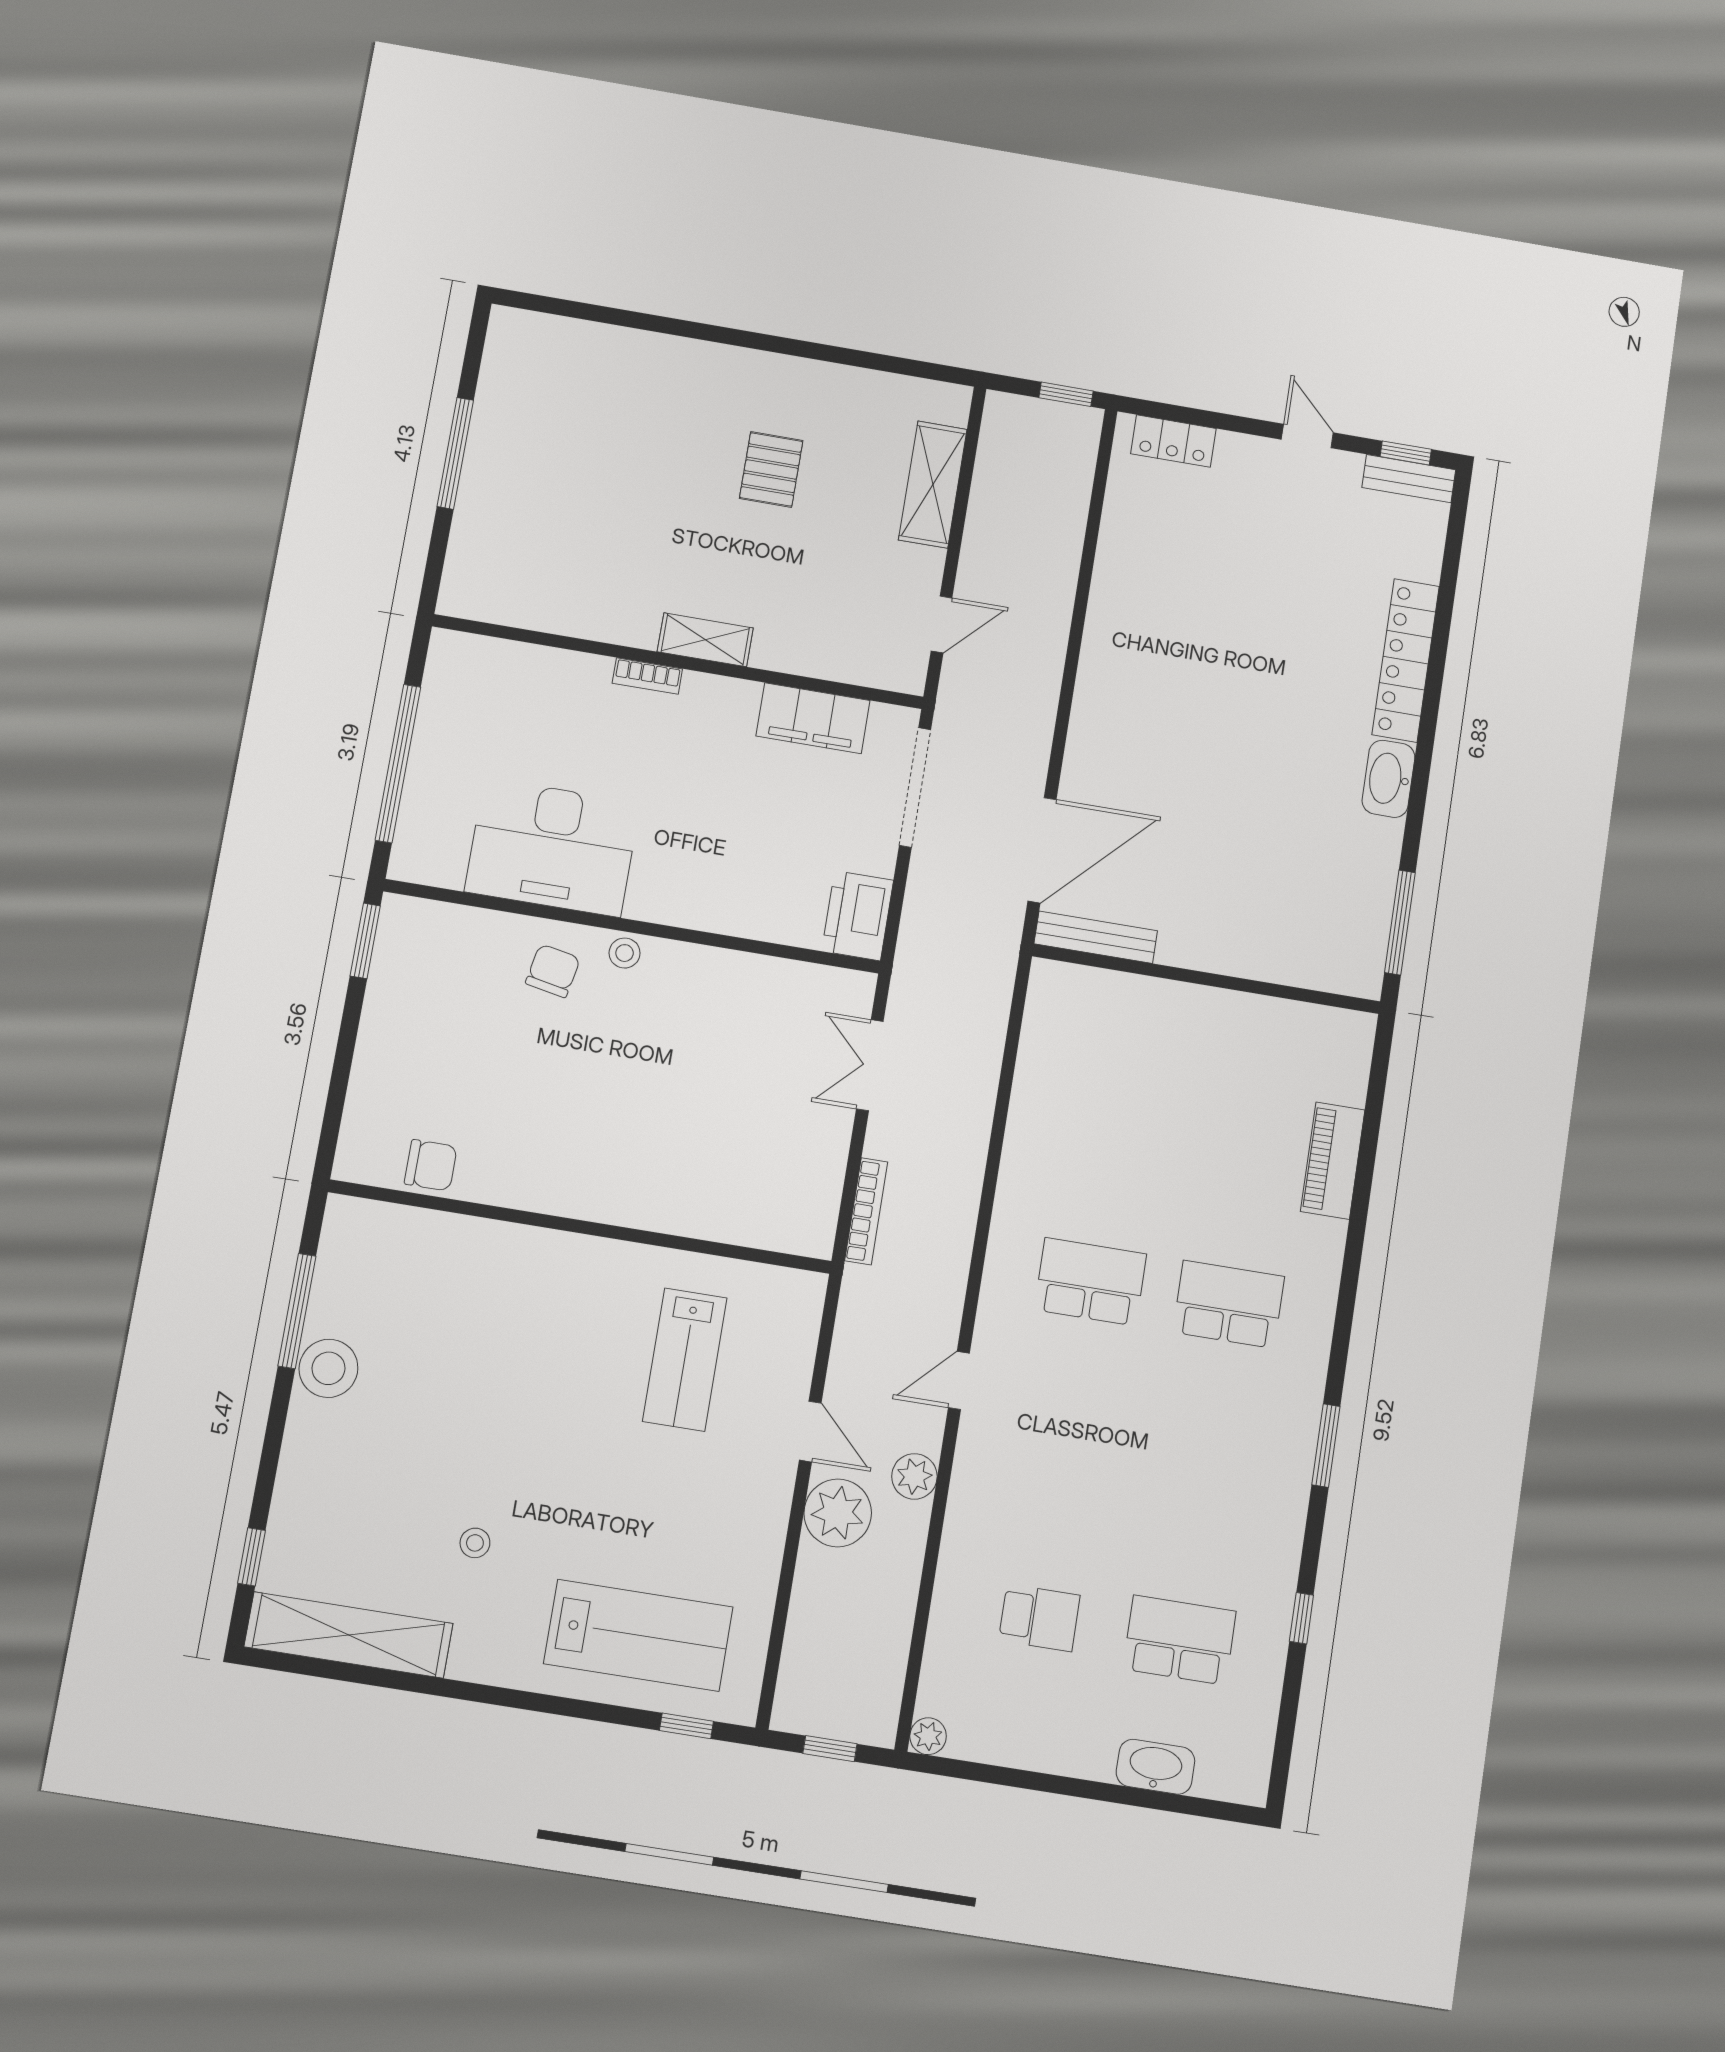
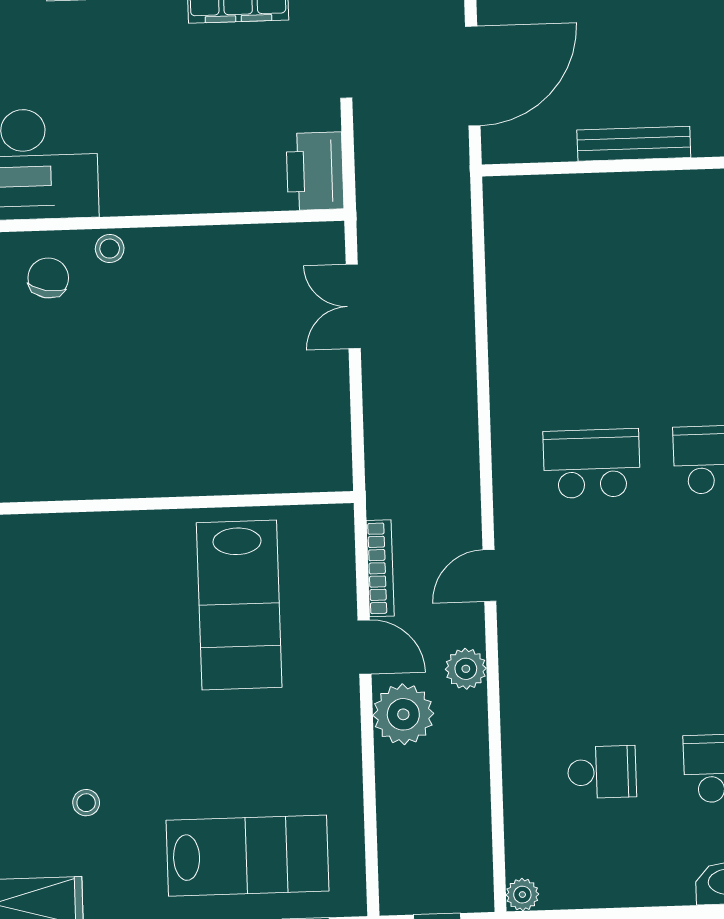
bench: (1096, 937) -> (634, 144), moved
bookcase: (866, 1211) -> (380, 568), moved
lab bench: (685, 1360) -> (239, 605), width x1.36, depth x1.39

